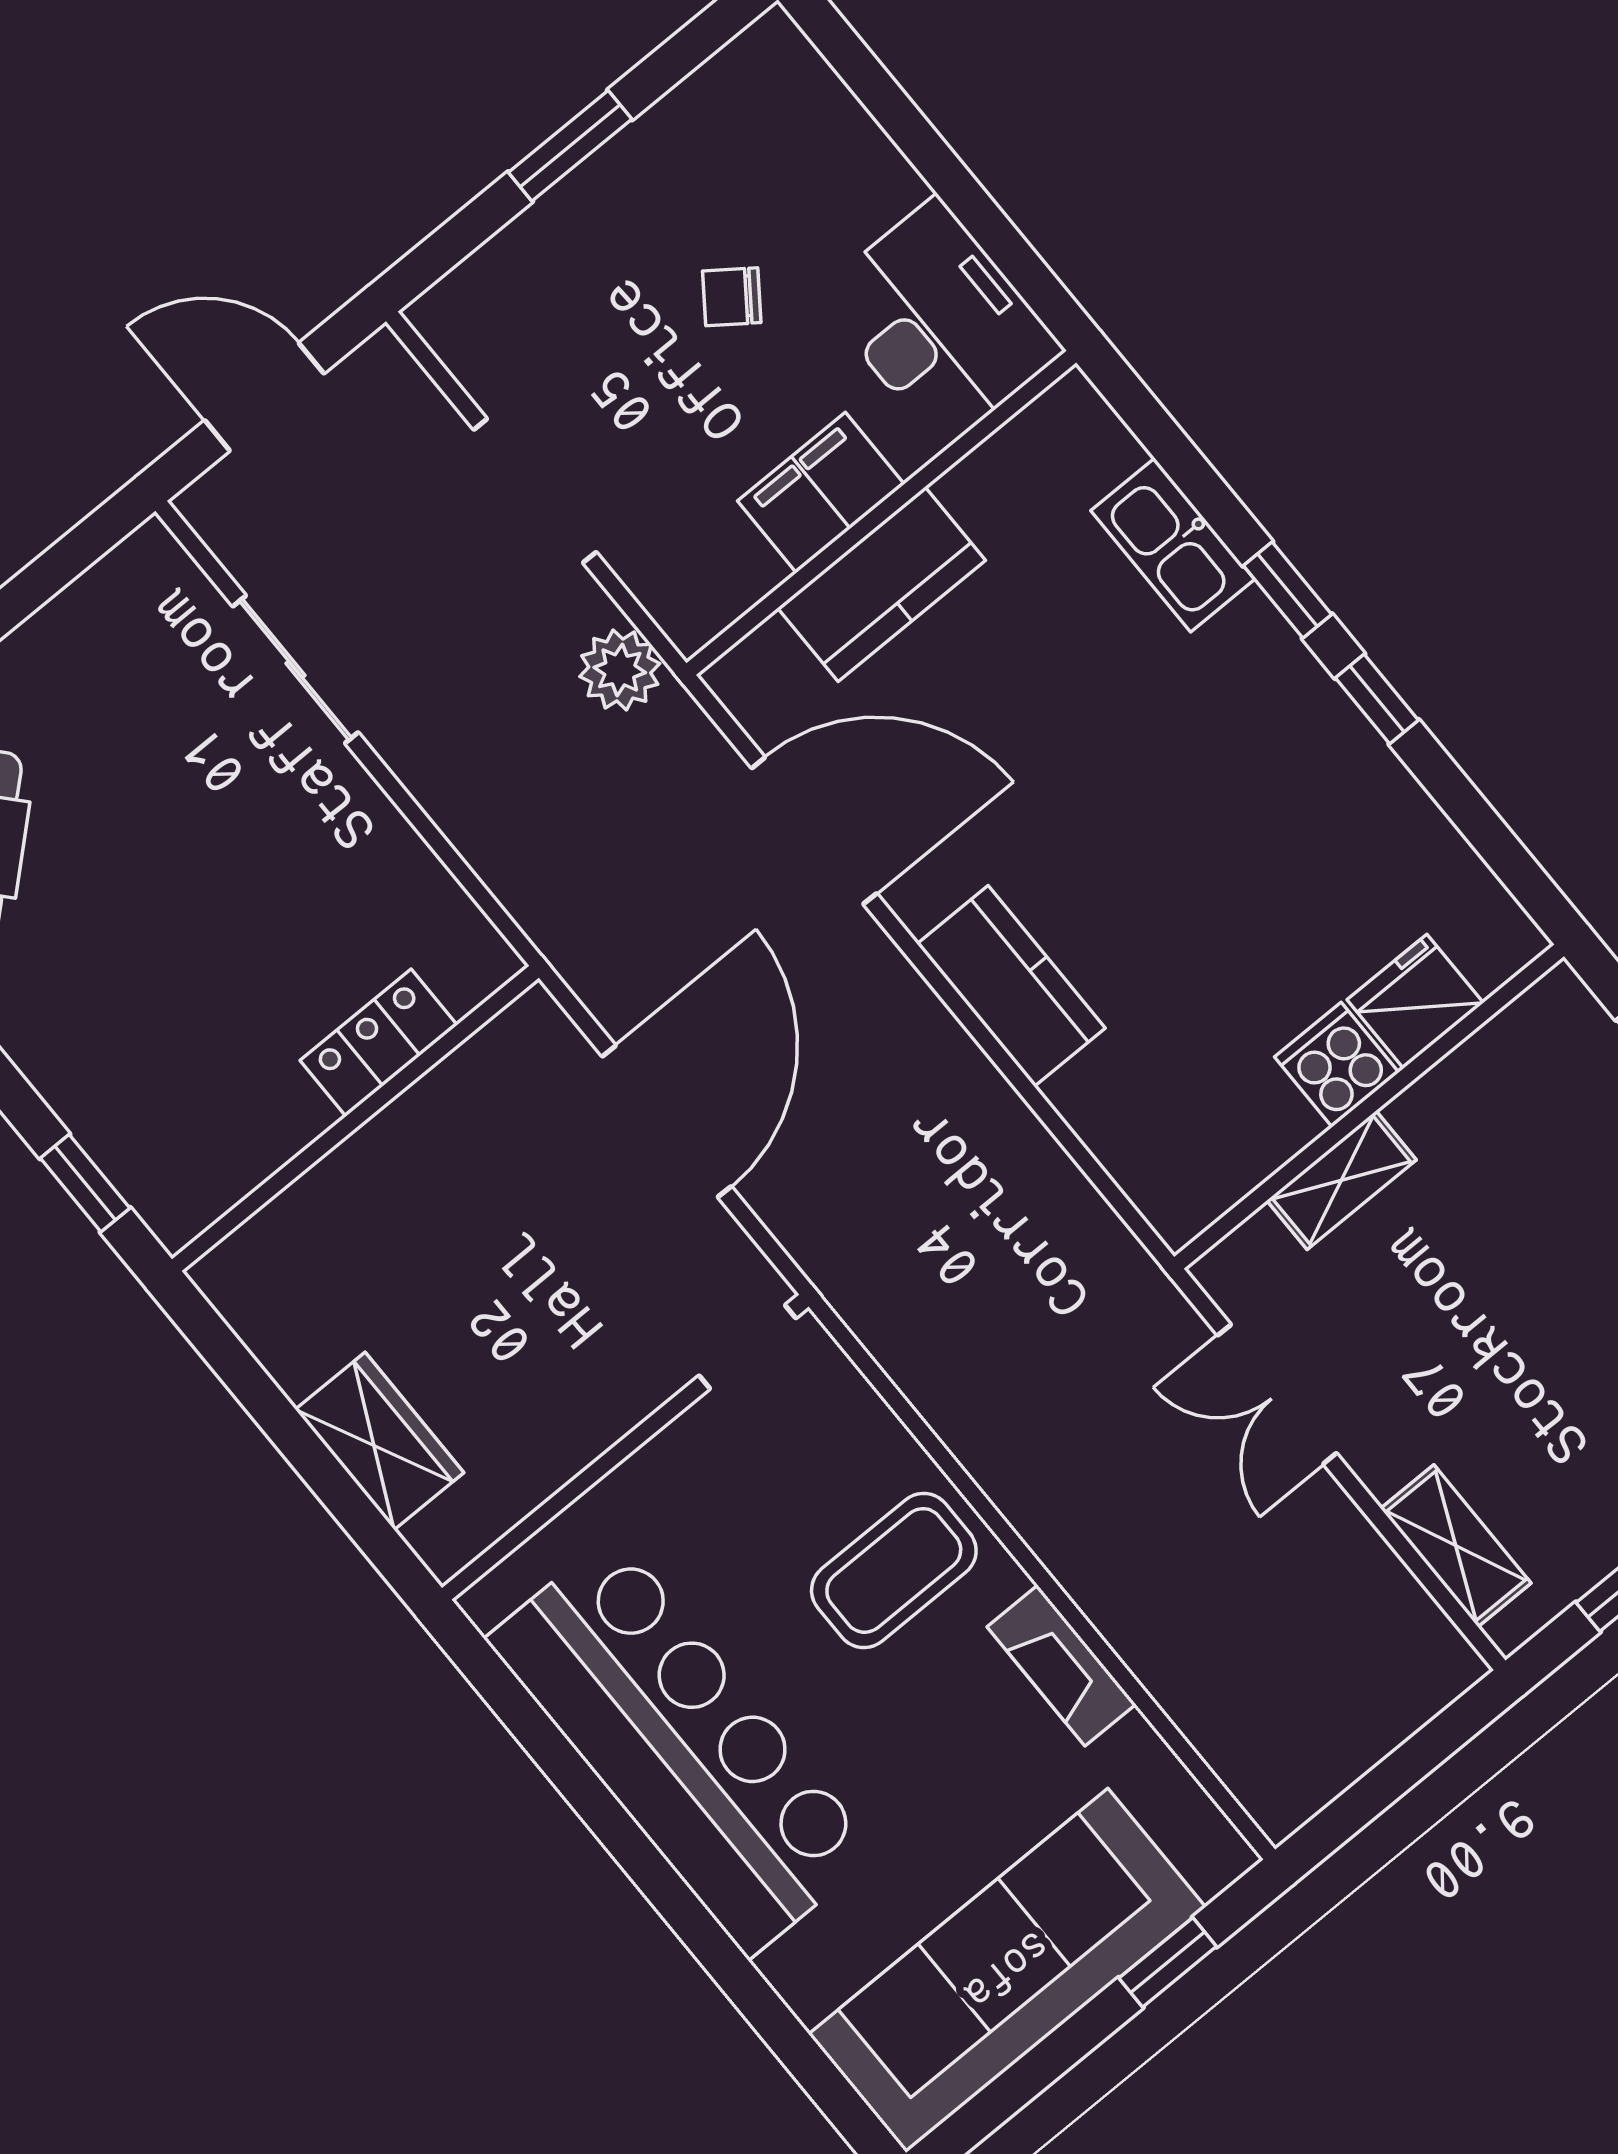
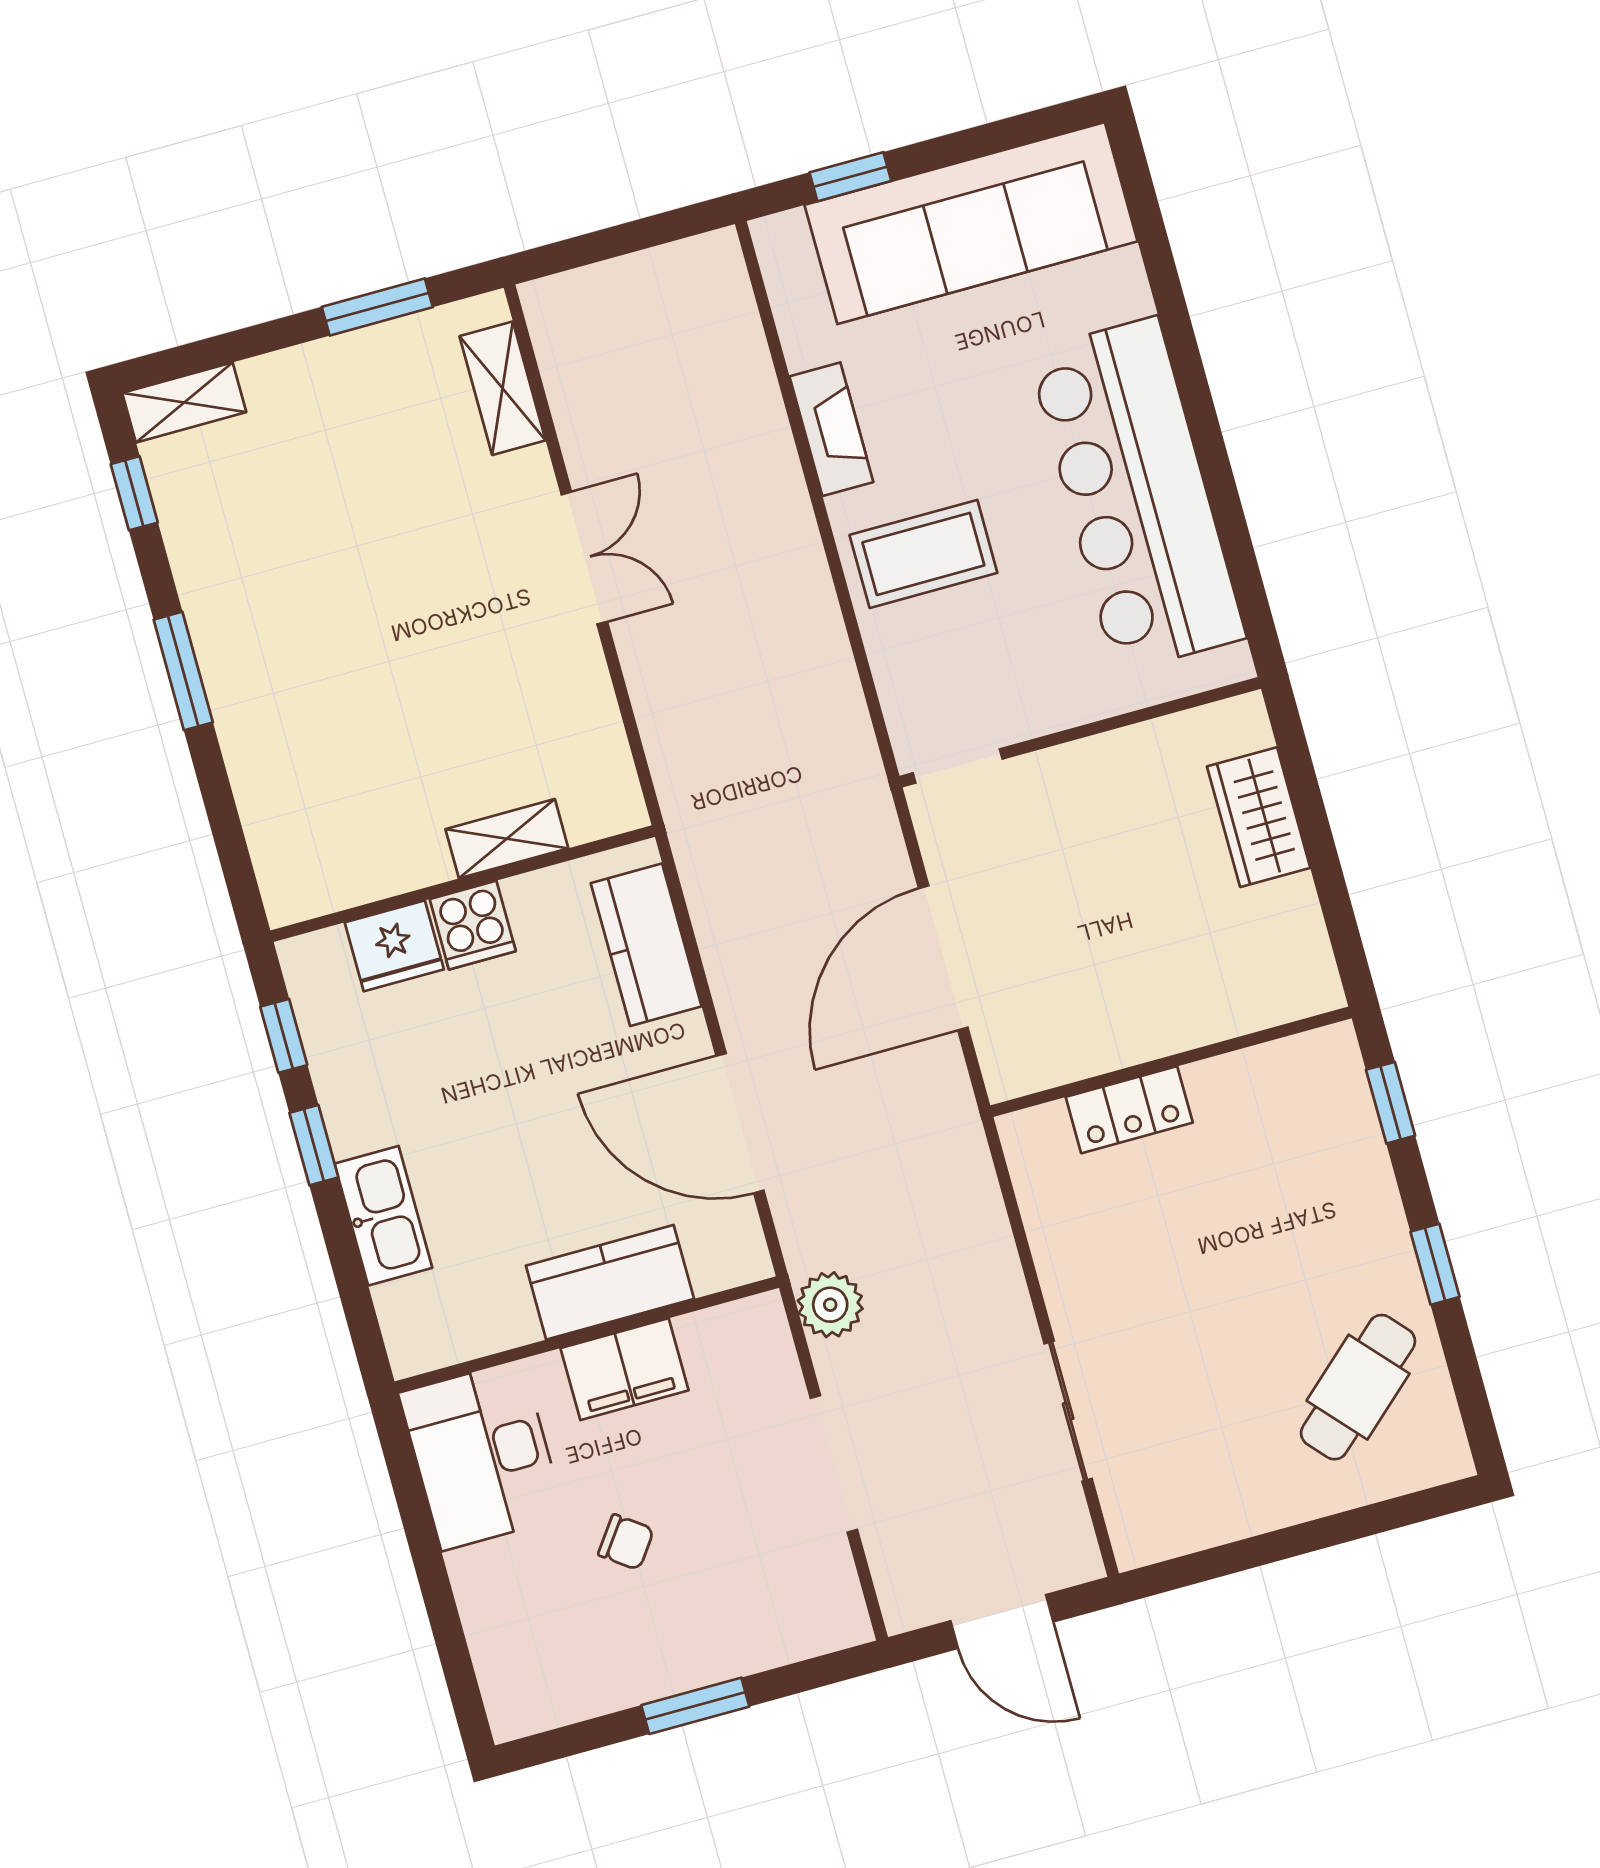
fridge: (1415, 1001) -> (394, 946), moved
cooker: (1337, 1065) -> (473, 925), moved
wall: (1369, 1107) -> (463, 884), moved
shelving: (1341, 1180) -> (507, 839), moved

